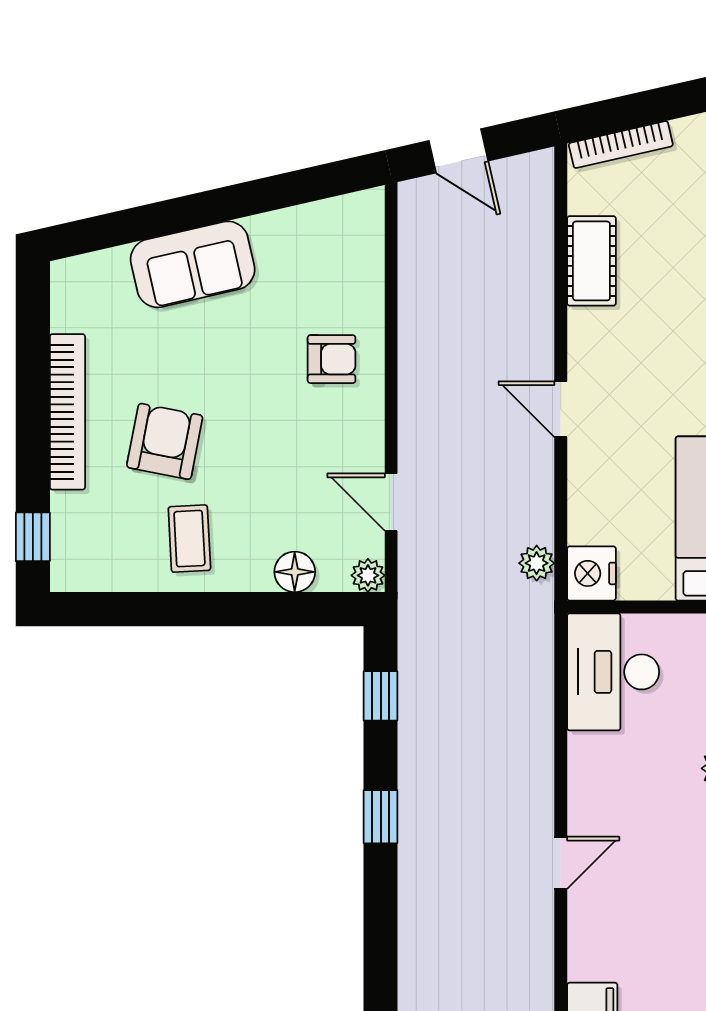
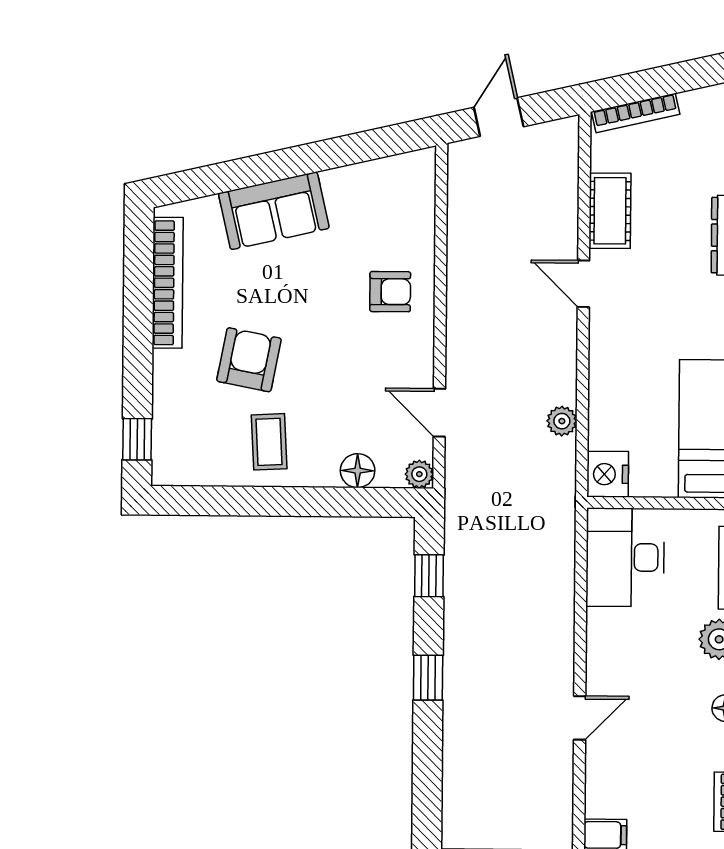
door: (458, 151) -> (499, 117), swing flipped
door: (561, 409) -> (583, 284), moved
bookcase: (67, 412) -> (168, 283), moved
plant: (537, 563) -> (562, 421), moved

